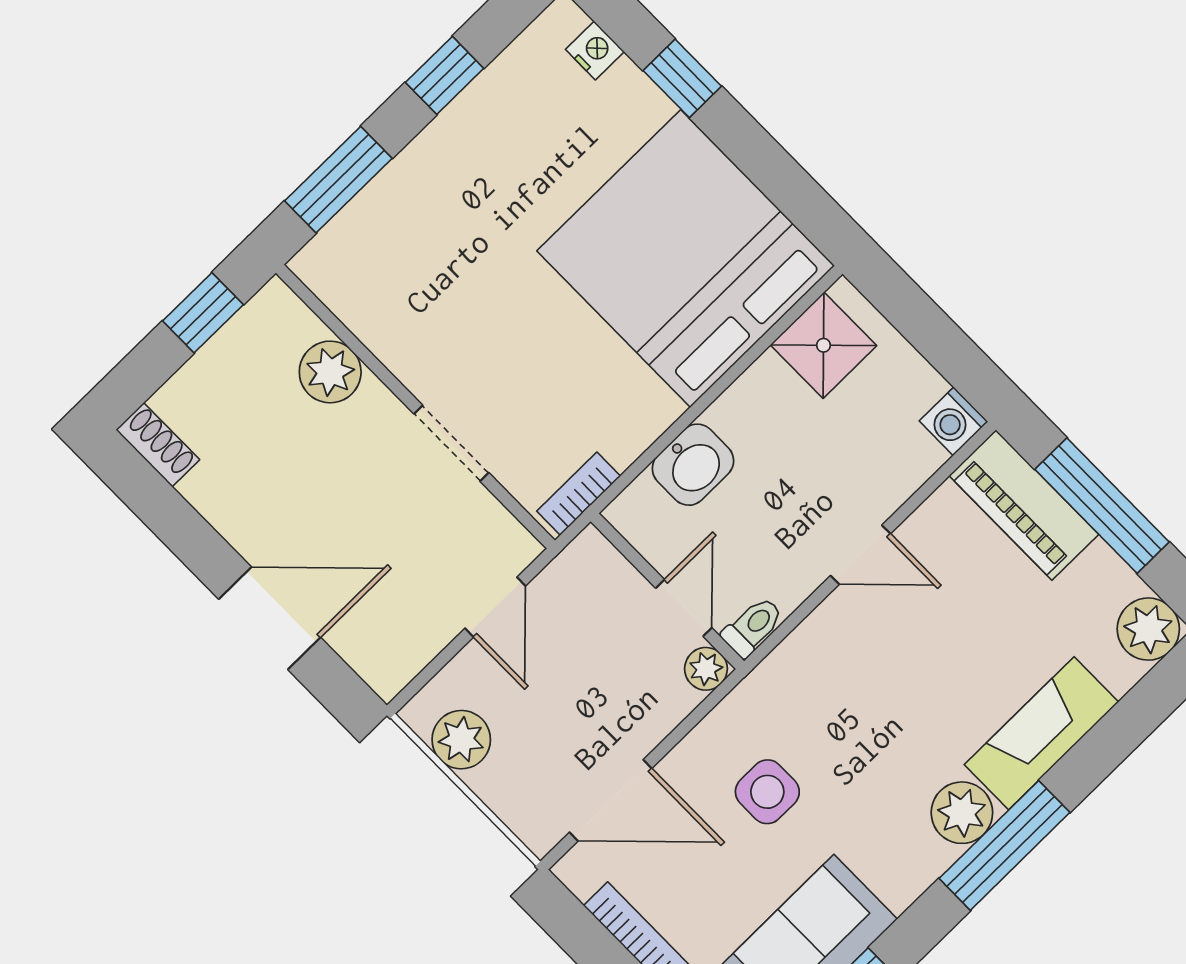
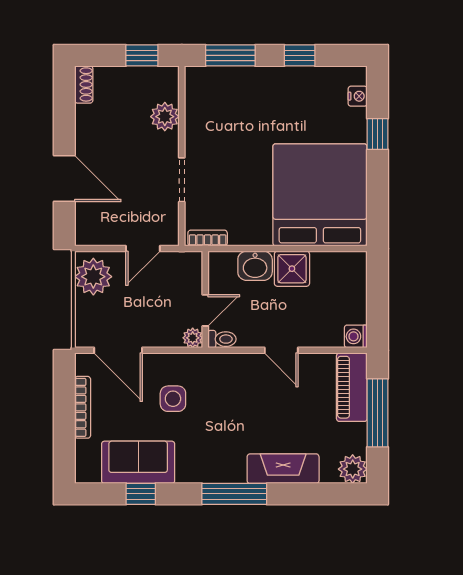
shower: (823, 345) -> (292, 269), moved
plant: (461, 740) -> (93, 277), width x1.36, depth x1.36
plant: (962, 813) -> (231, 469), removed

